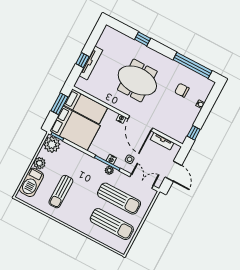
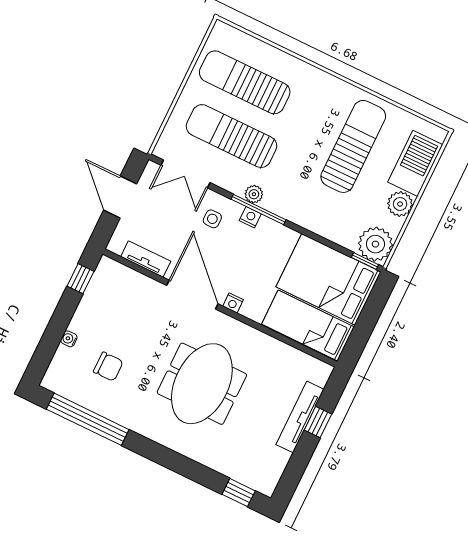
window: (143, 39) -> (239, 493), moved
meeting table: (137, 80) -> (202, 384), turned 90
window: (59, 104) -> (363, 329), removed
sun lounger: (61, 192) -> (353, 146), width x1.36, depth x1.34

